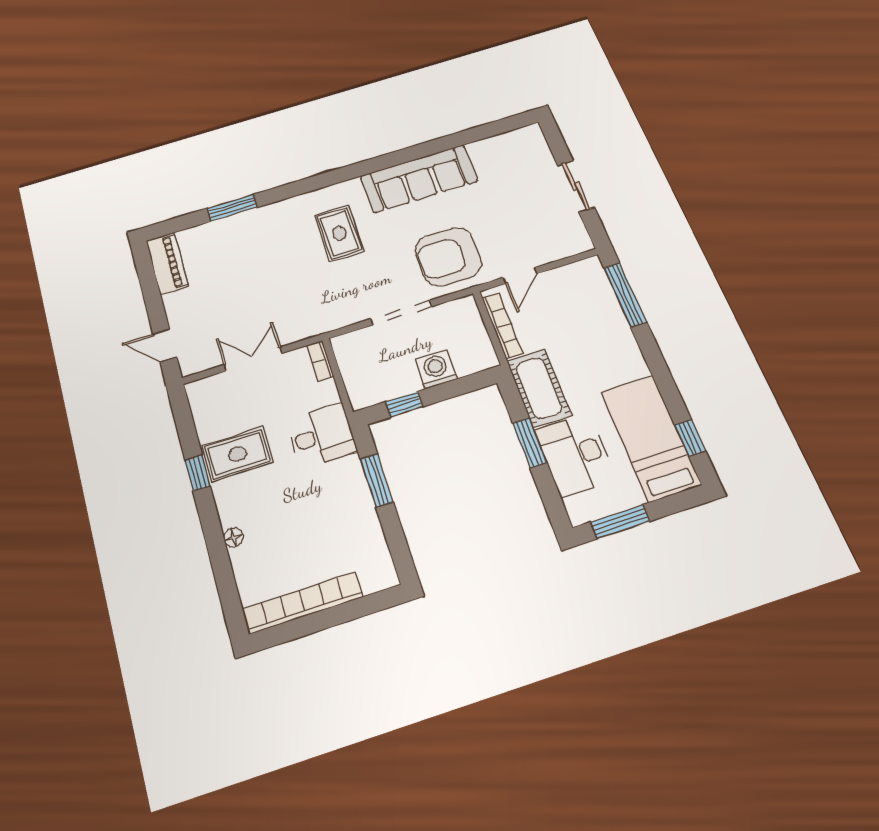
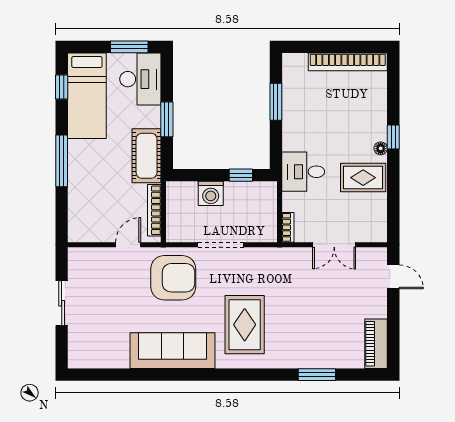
rug: (339, 233) -> (245, 325), width x1.36, depth x1.43
window: (625, 295) -> (62, 161), moved
desk: (575, 455) -> (140, 79), moved
window: (198, 473) -> (393, 137), moved
window: (377, 480) -> (276, 102), moved
floor lamp: (233, 538) -> (381, 148), moved

